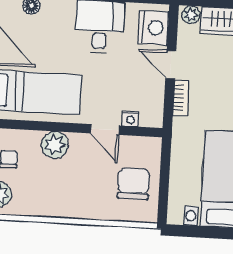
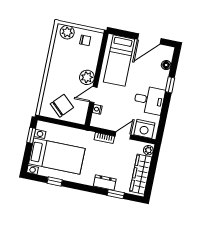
plant: (55, 145) -> (87, 77), moved
chair: (134, 184) -> (62, 106), turned -47
window: (196, 232) -> (31, 135), added

